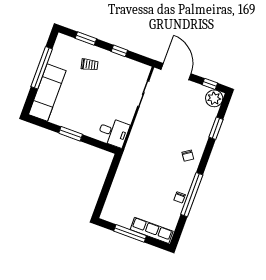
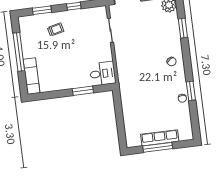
exam couch: (47, 93) -> (31, 76), width x0.73, depth x0.69
window: (71, 134) -> (83, 91), moved
window: (192, 195) -> (191, 91), width x0.47
row of seats: (152, 230) -> (160, 138), moved

